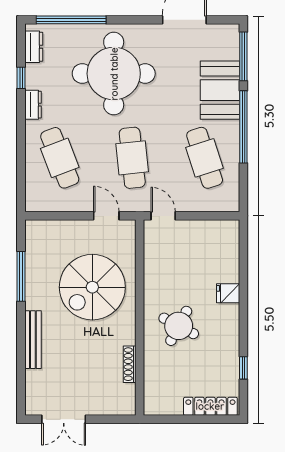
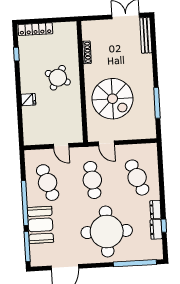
dresser: (34, 47) -> (156, 229), moved
door: (163, 216) -> (61, 146), moved
spiral stairs: (92, 287) -> (112, 99), turned 90
bench: (33, 340) -> (146, 35), moved

